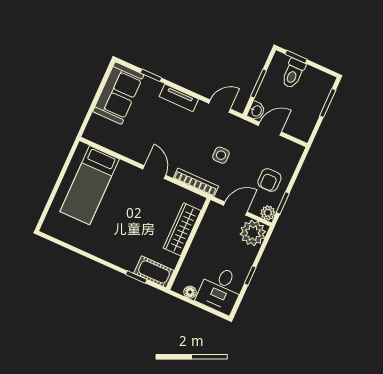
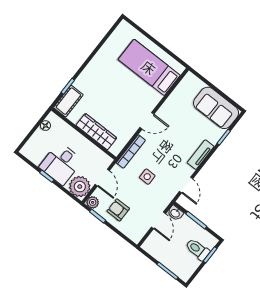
desk: (220, 290) -> (61, 164), moved, turned -90

